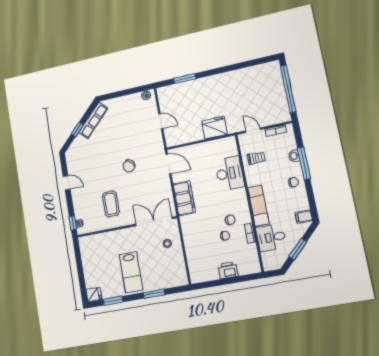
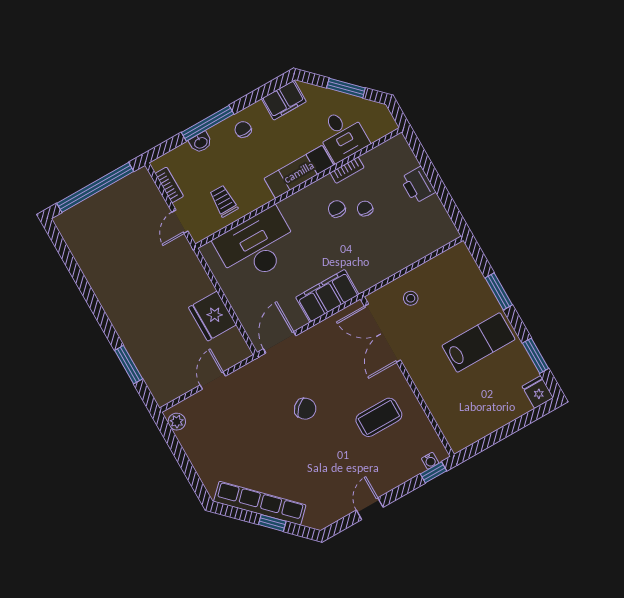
row of seats: (93, 120) -> (260, 503), width x1.36
fridge: (214, 128) -> (212, 316), moved
desk: (230, 173) -> (257, 246), width x1.36, depth x1.30
filing cabinet: (304, 217) -> (284, 100), width x2.00

